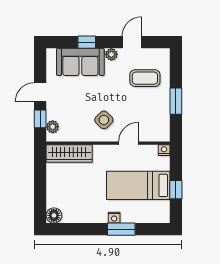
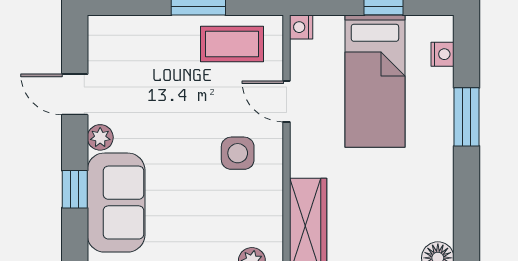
coffee table: (145, 78) -> (232, 44), moved, turned 90
side table: (104, 120) -> (238, 153), turned 45
nightstand: (114, 218) -> (442, 54), moved

